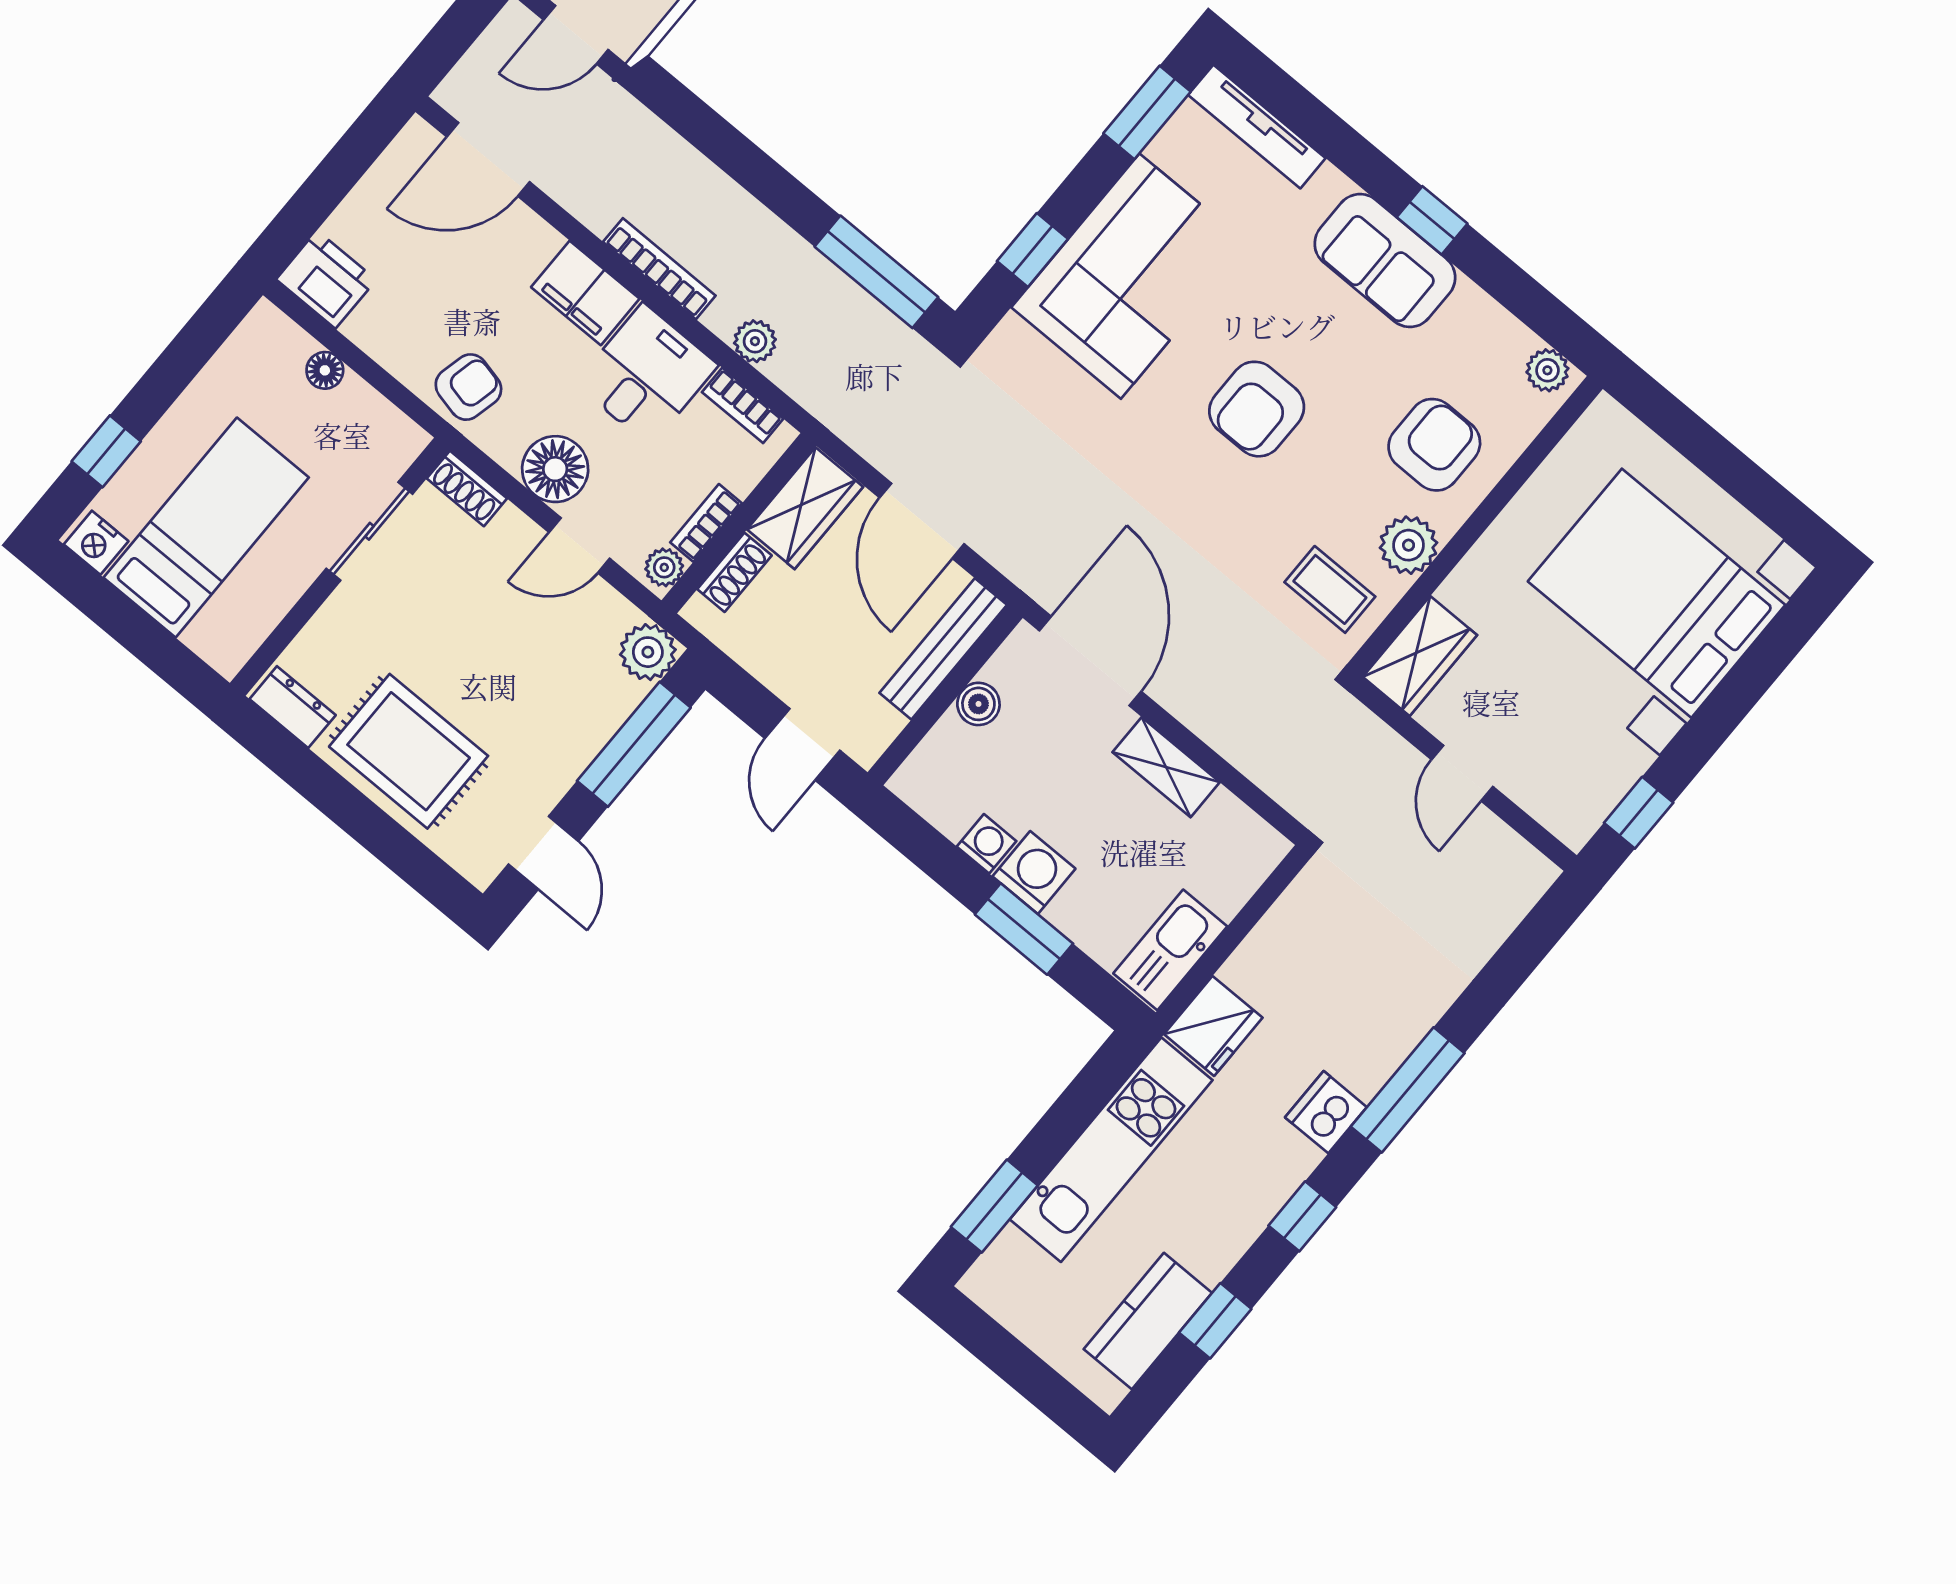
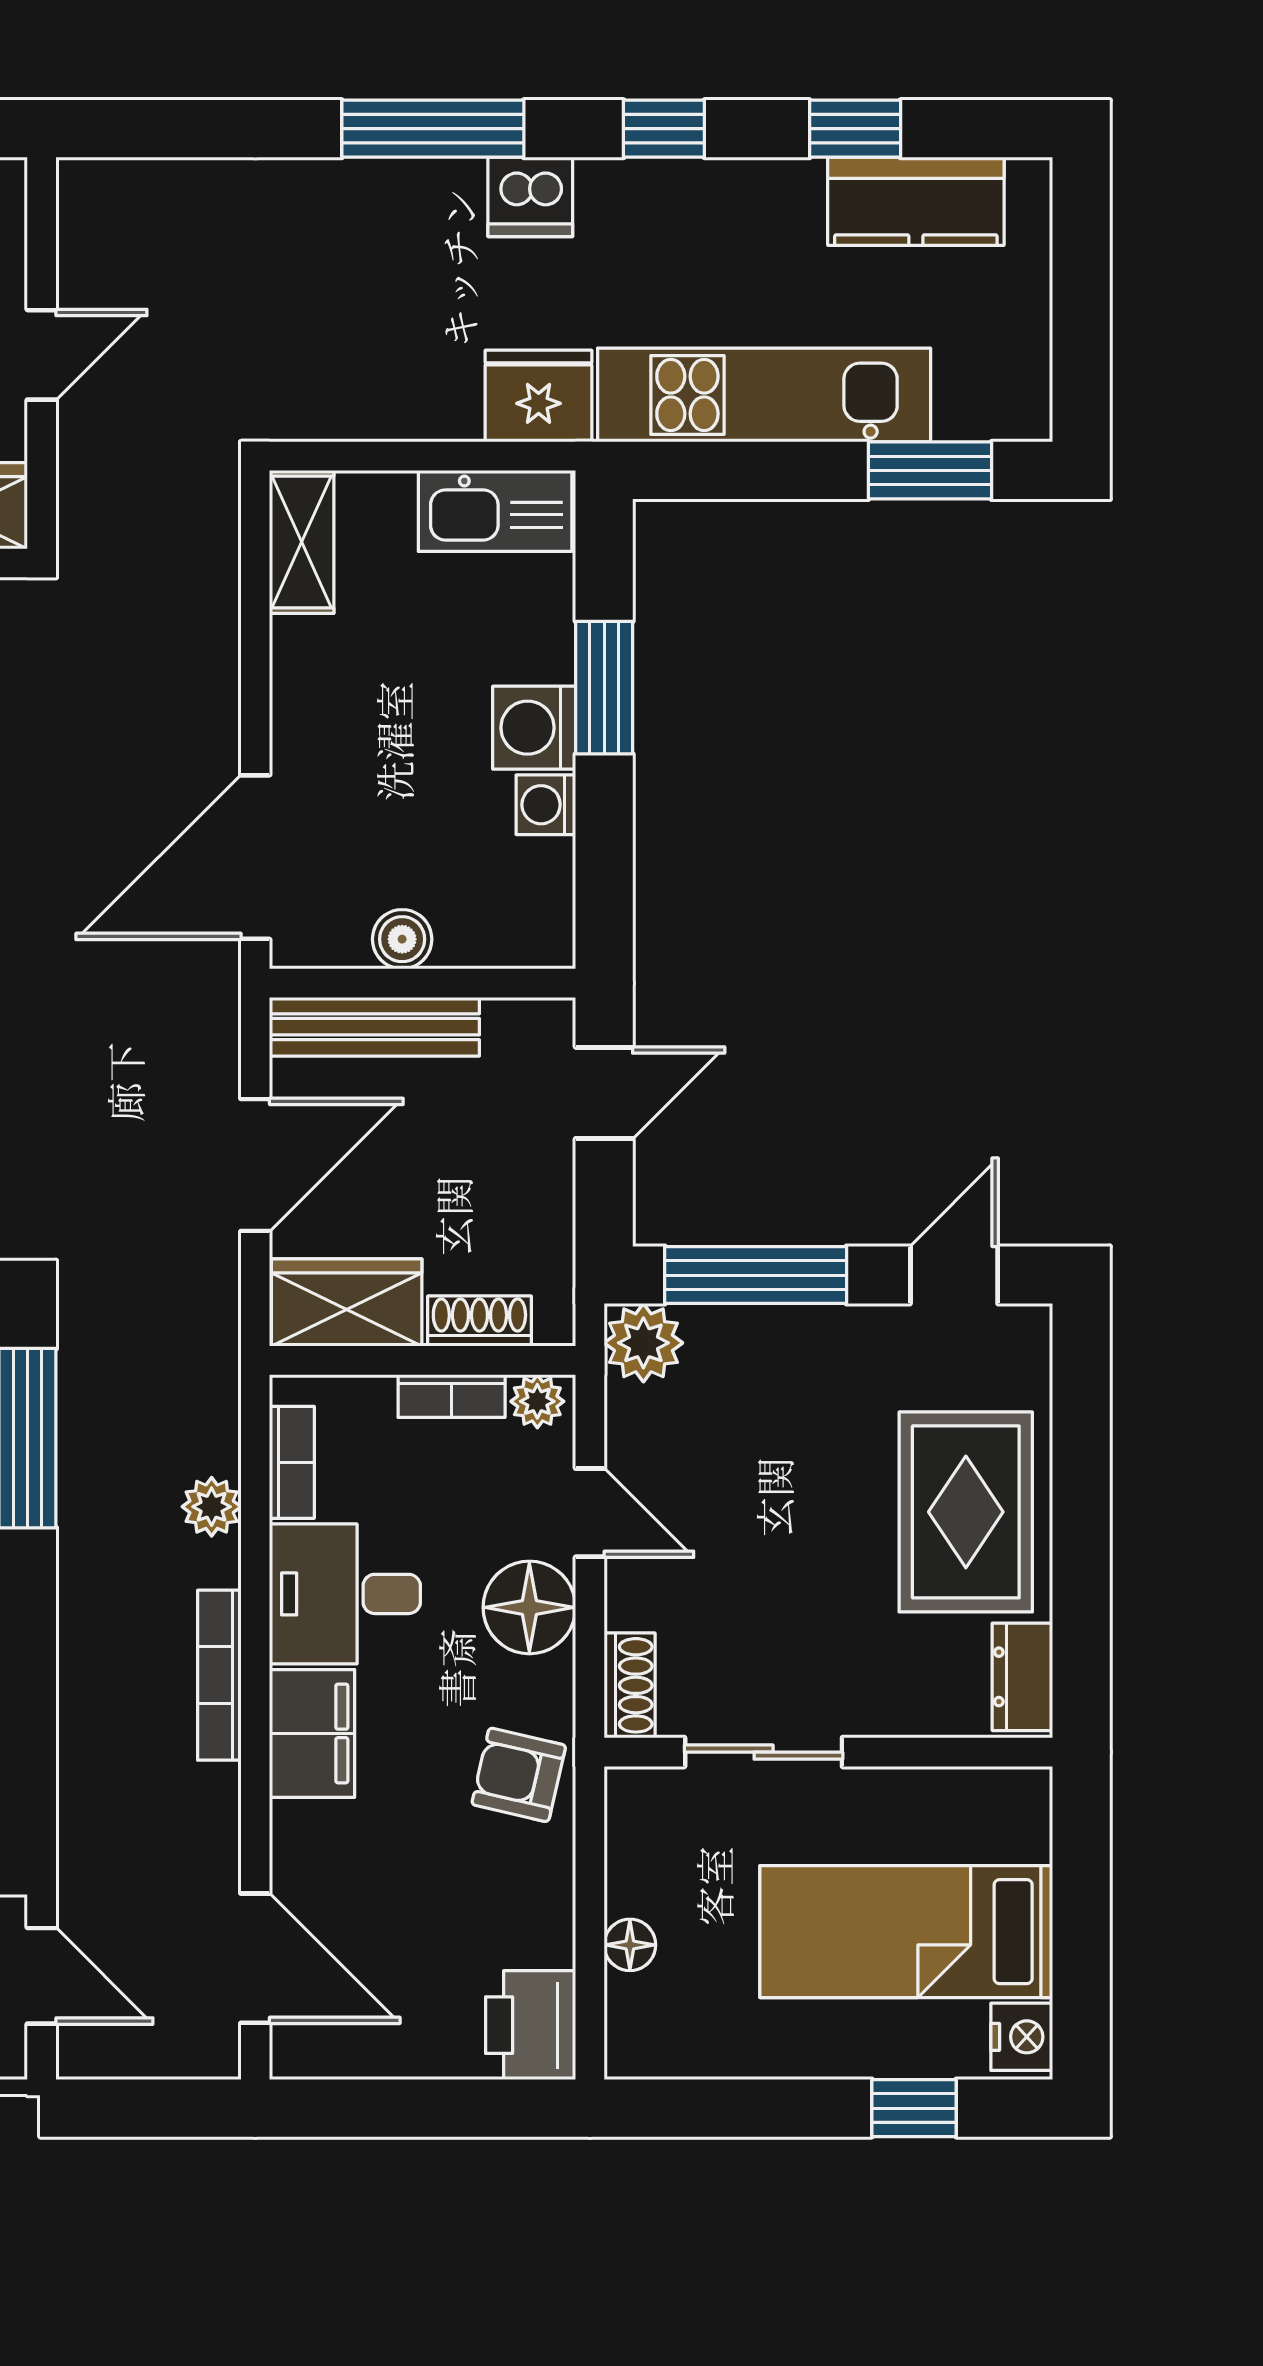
shelving: (1166, 767) -> (302, 542), moved

